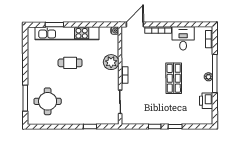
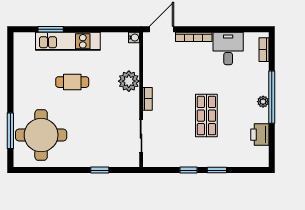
kitchen unit: (67, 33) -> (68, 41), width x0.73
shop shelf: (174, 78) -> (206, 116), moved
round table: (48, 101) -> (41, 135), width x1.36, depth x1.36

